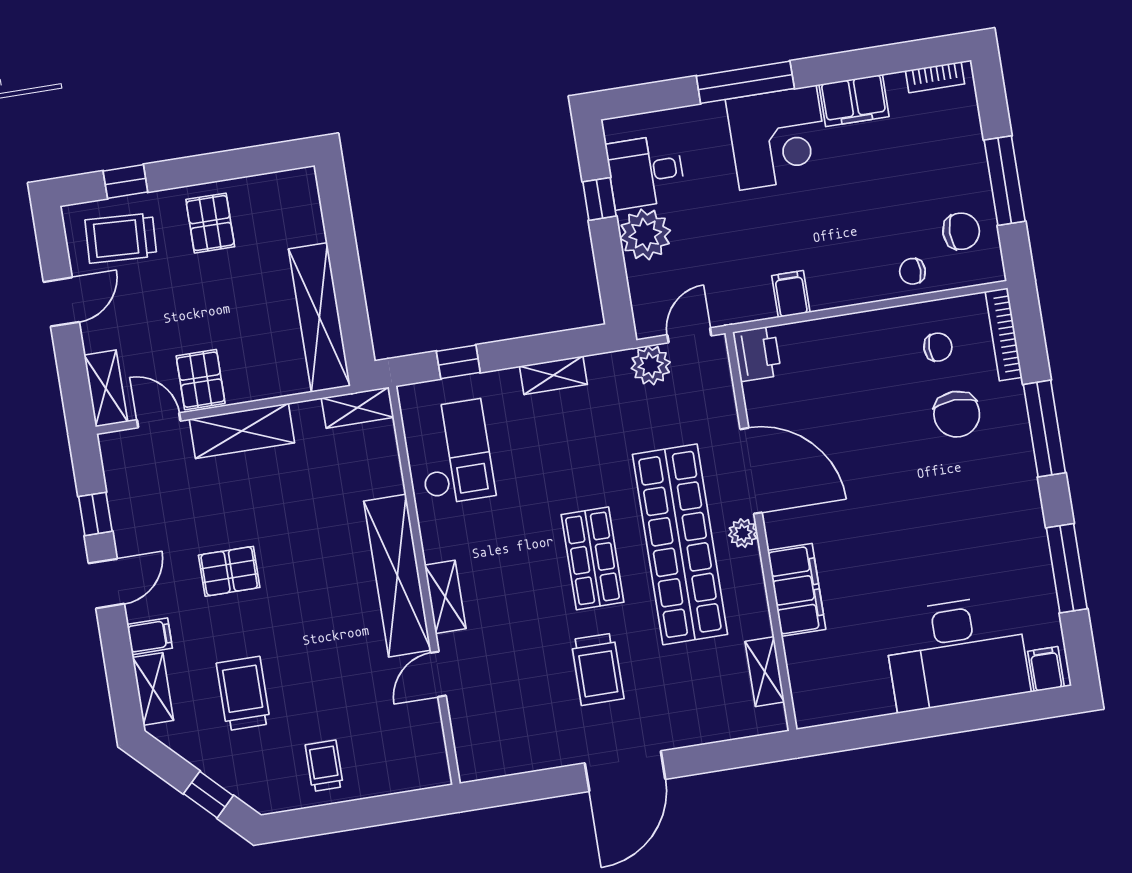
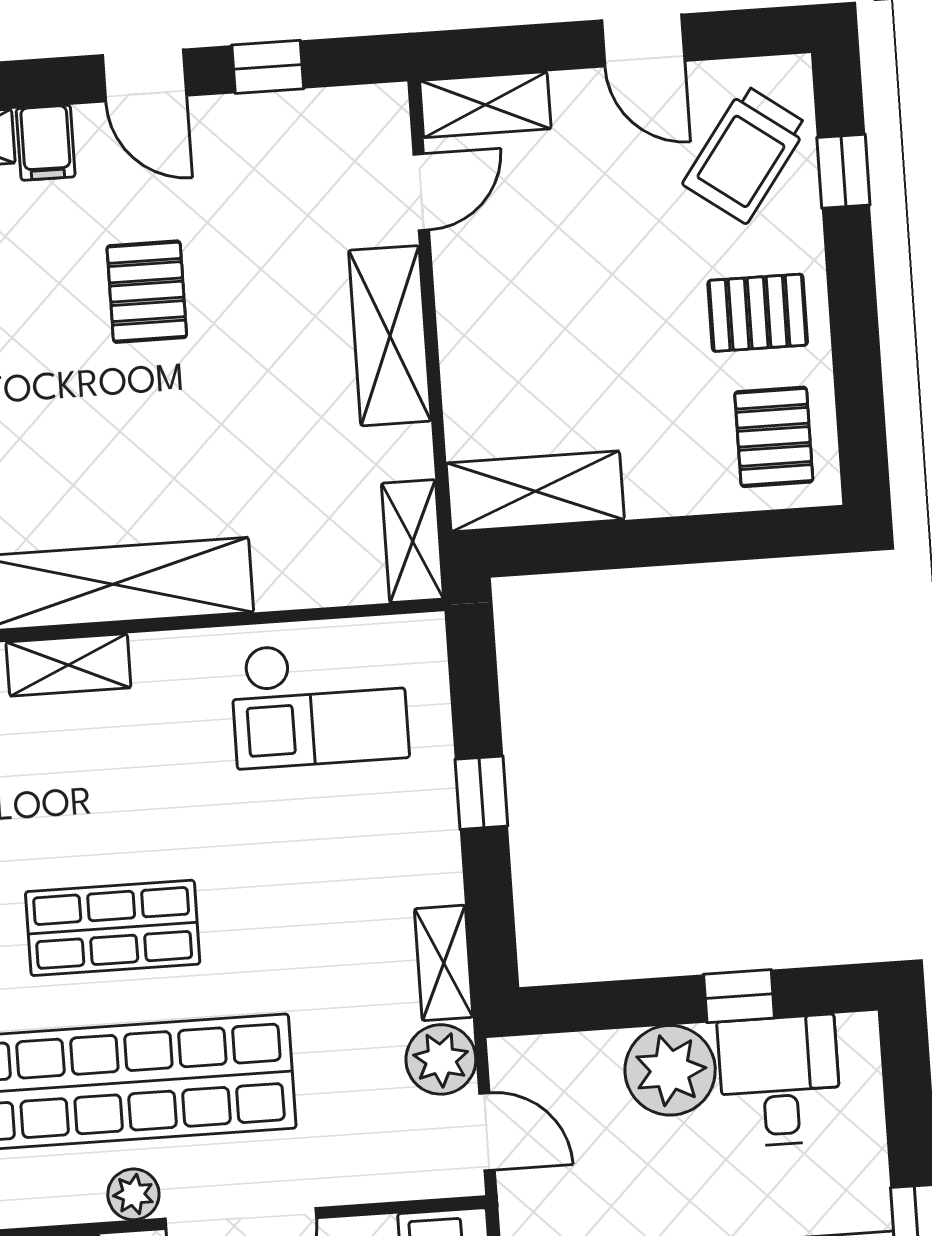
trolley: (121, 238) -> (745, 154), turned -147
shelving: (319, 318) -> (535, 491), width x0.68
window: (458, 362) -> (481, 793), moved
shelving: (553, 375) -> (444, 963), moved
pallet: (201, 380) -> (774, 437), moved, turned 90

